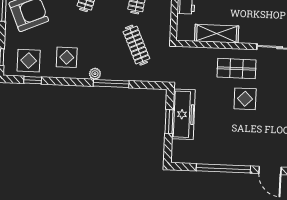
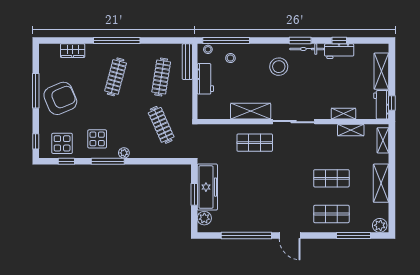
shelving: (217, 34) -> (251, 111), moved
window: (111, 83) -> (108, 161), moved
display table: (245, 99) -> (264, 170), removed
plant: (179, 148) -> (204, 218), added

